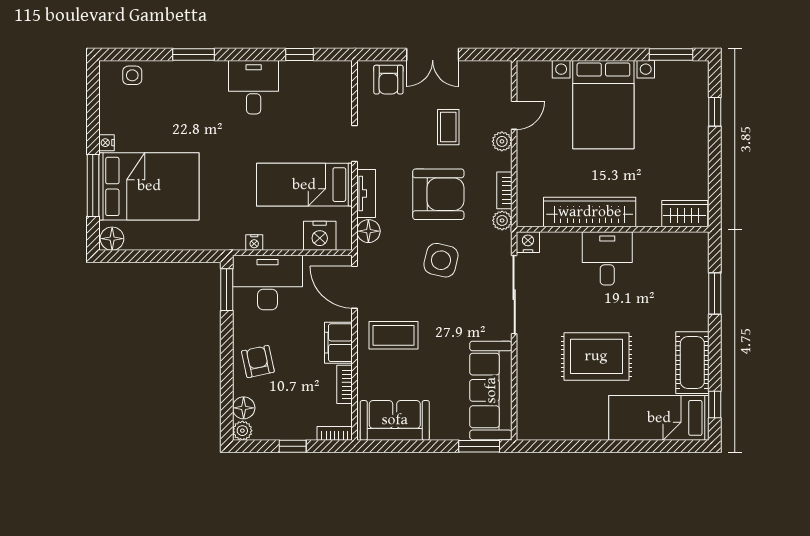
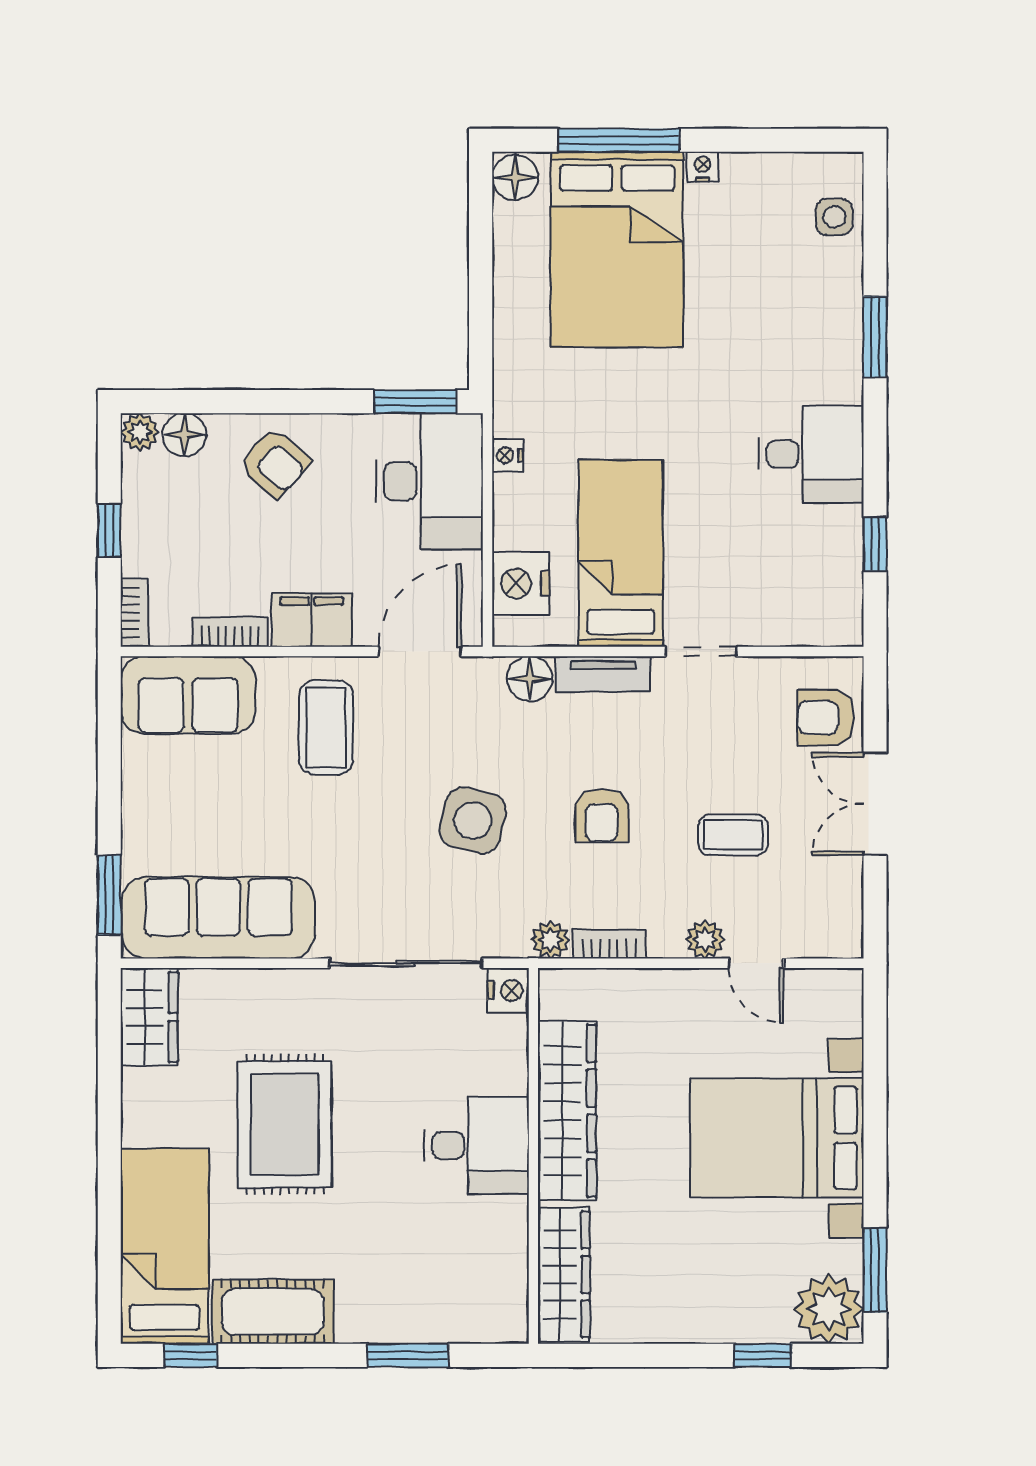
plant: (691, 78) -> (829, 1309), added
armchair: (438, 194) -> (602, 815), width x0.53, depth x0.53
wardrobe: (685, 214) -> (564, 1274), width x1.50
armchair: (258, 362) -> (275, 463), turned 54
sofa: (395, 420) -> (188, 695), moved, turned 90
wardrobe: (542, 426) -> (149, 1017), added

